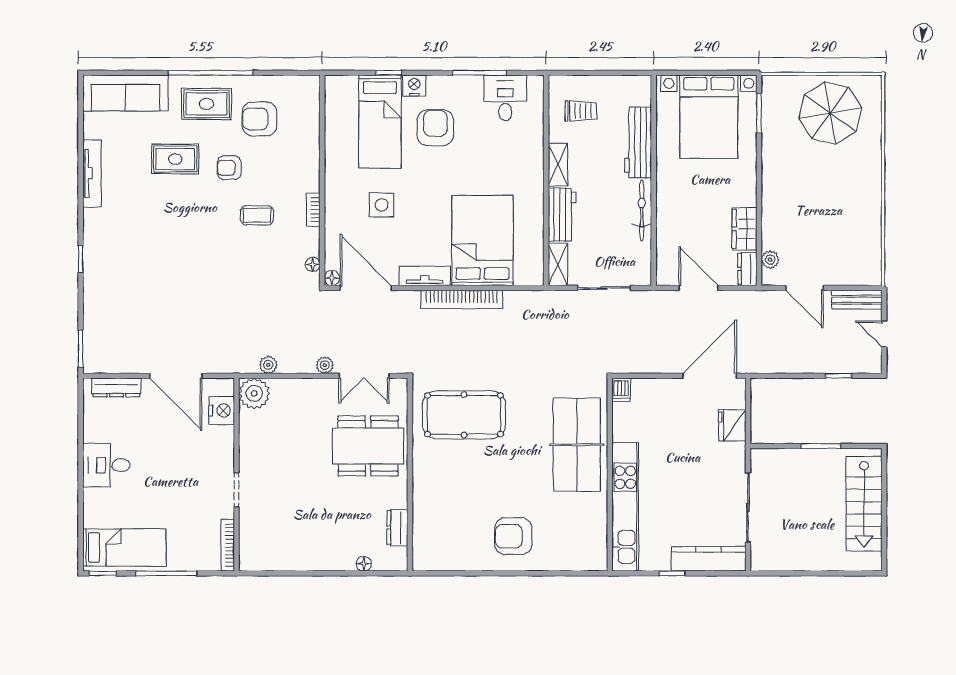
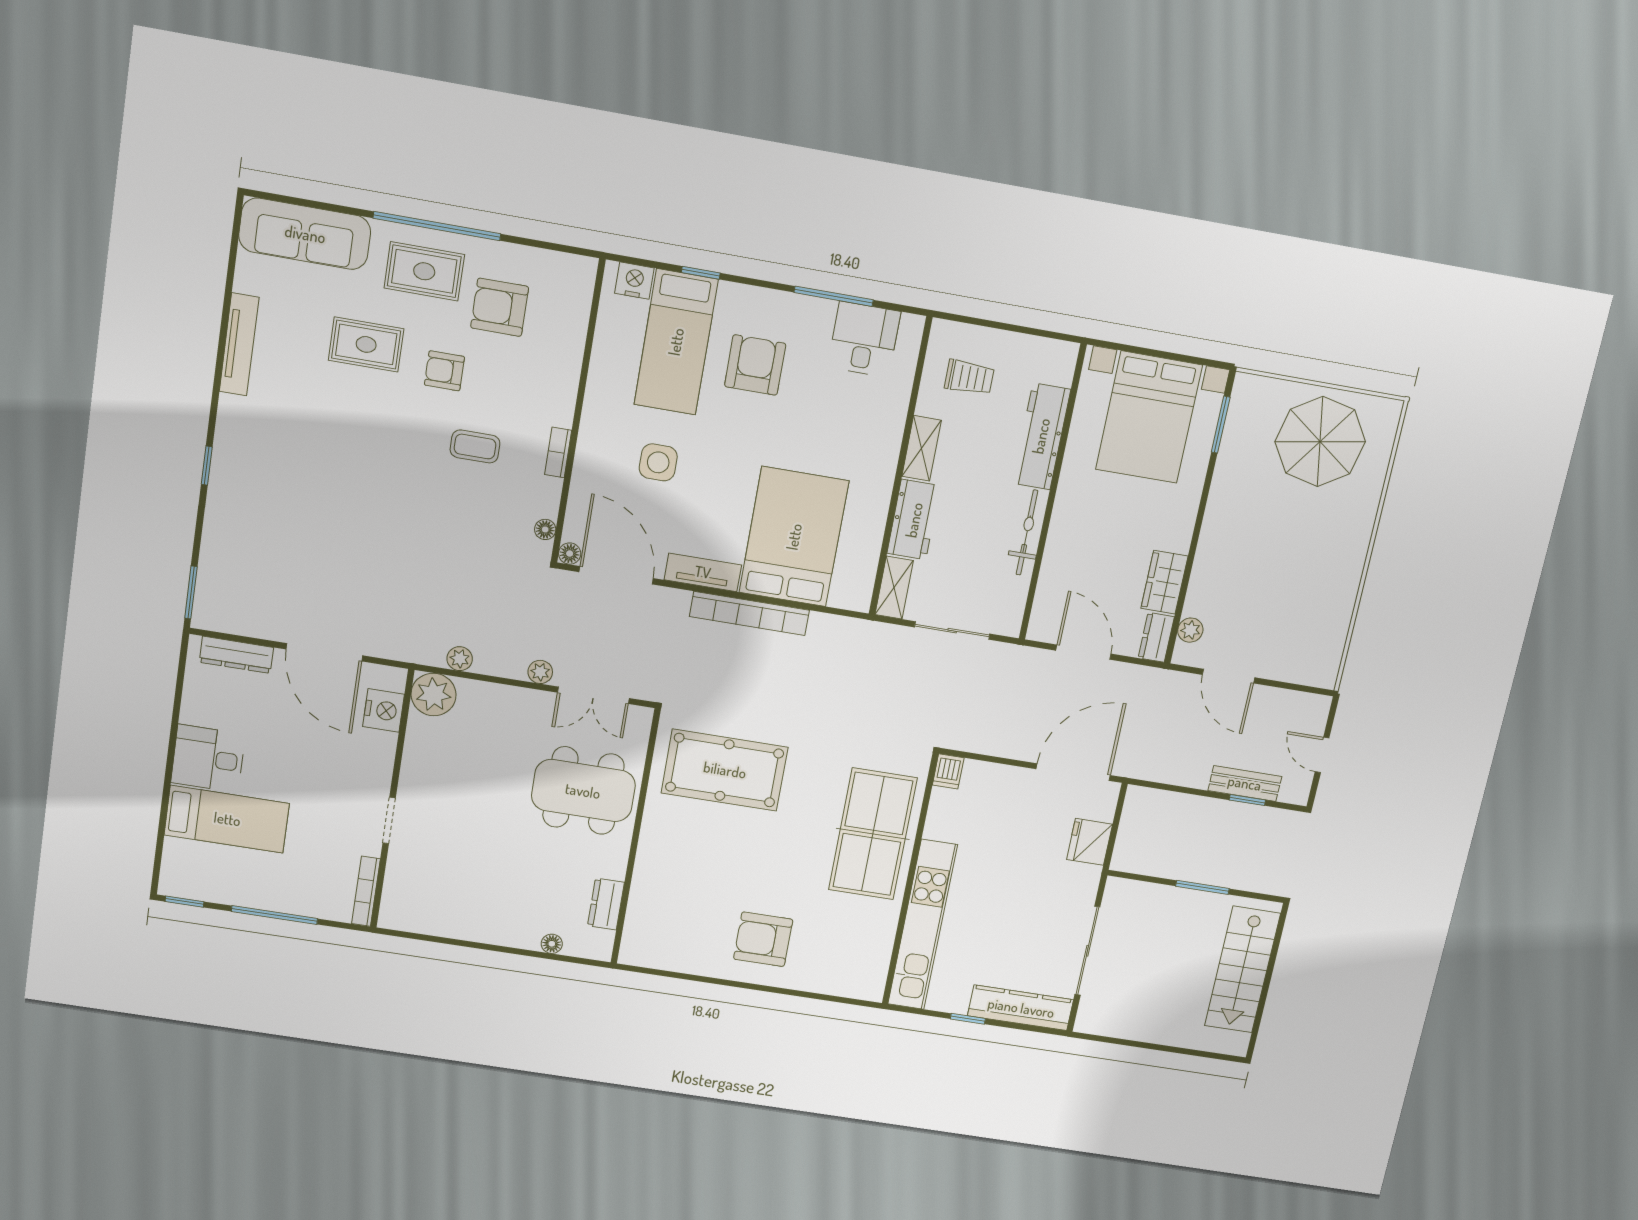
nightstand: (414, 86) -> (634, 281), moved
bench: (857, 300) -> (1245, 783), moved
bed: (124, 547) -> (227, 819), moved

